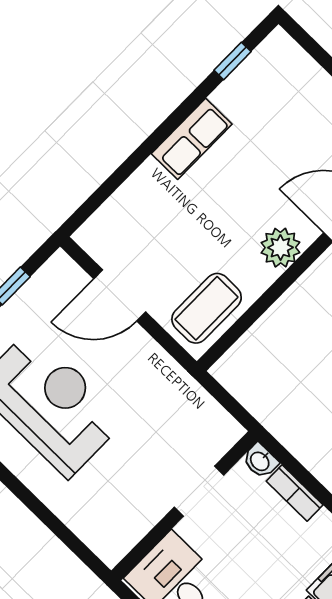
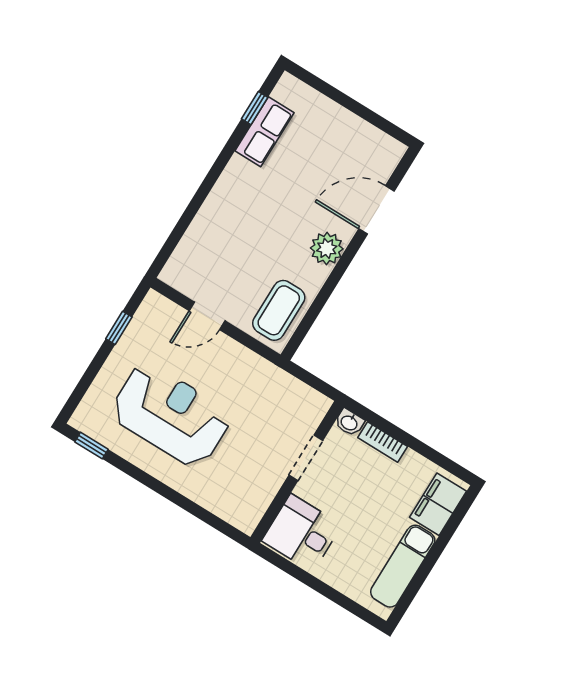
row of seats: (192, 139) -> (265, 132), moved
door: (120, 295) -> (207, 316), width x0.73

